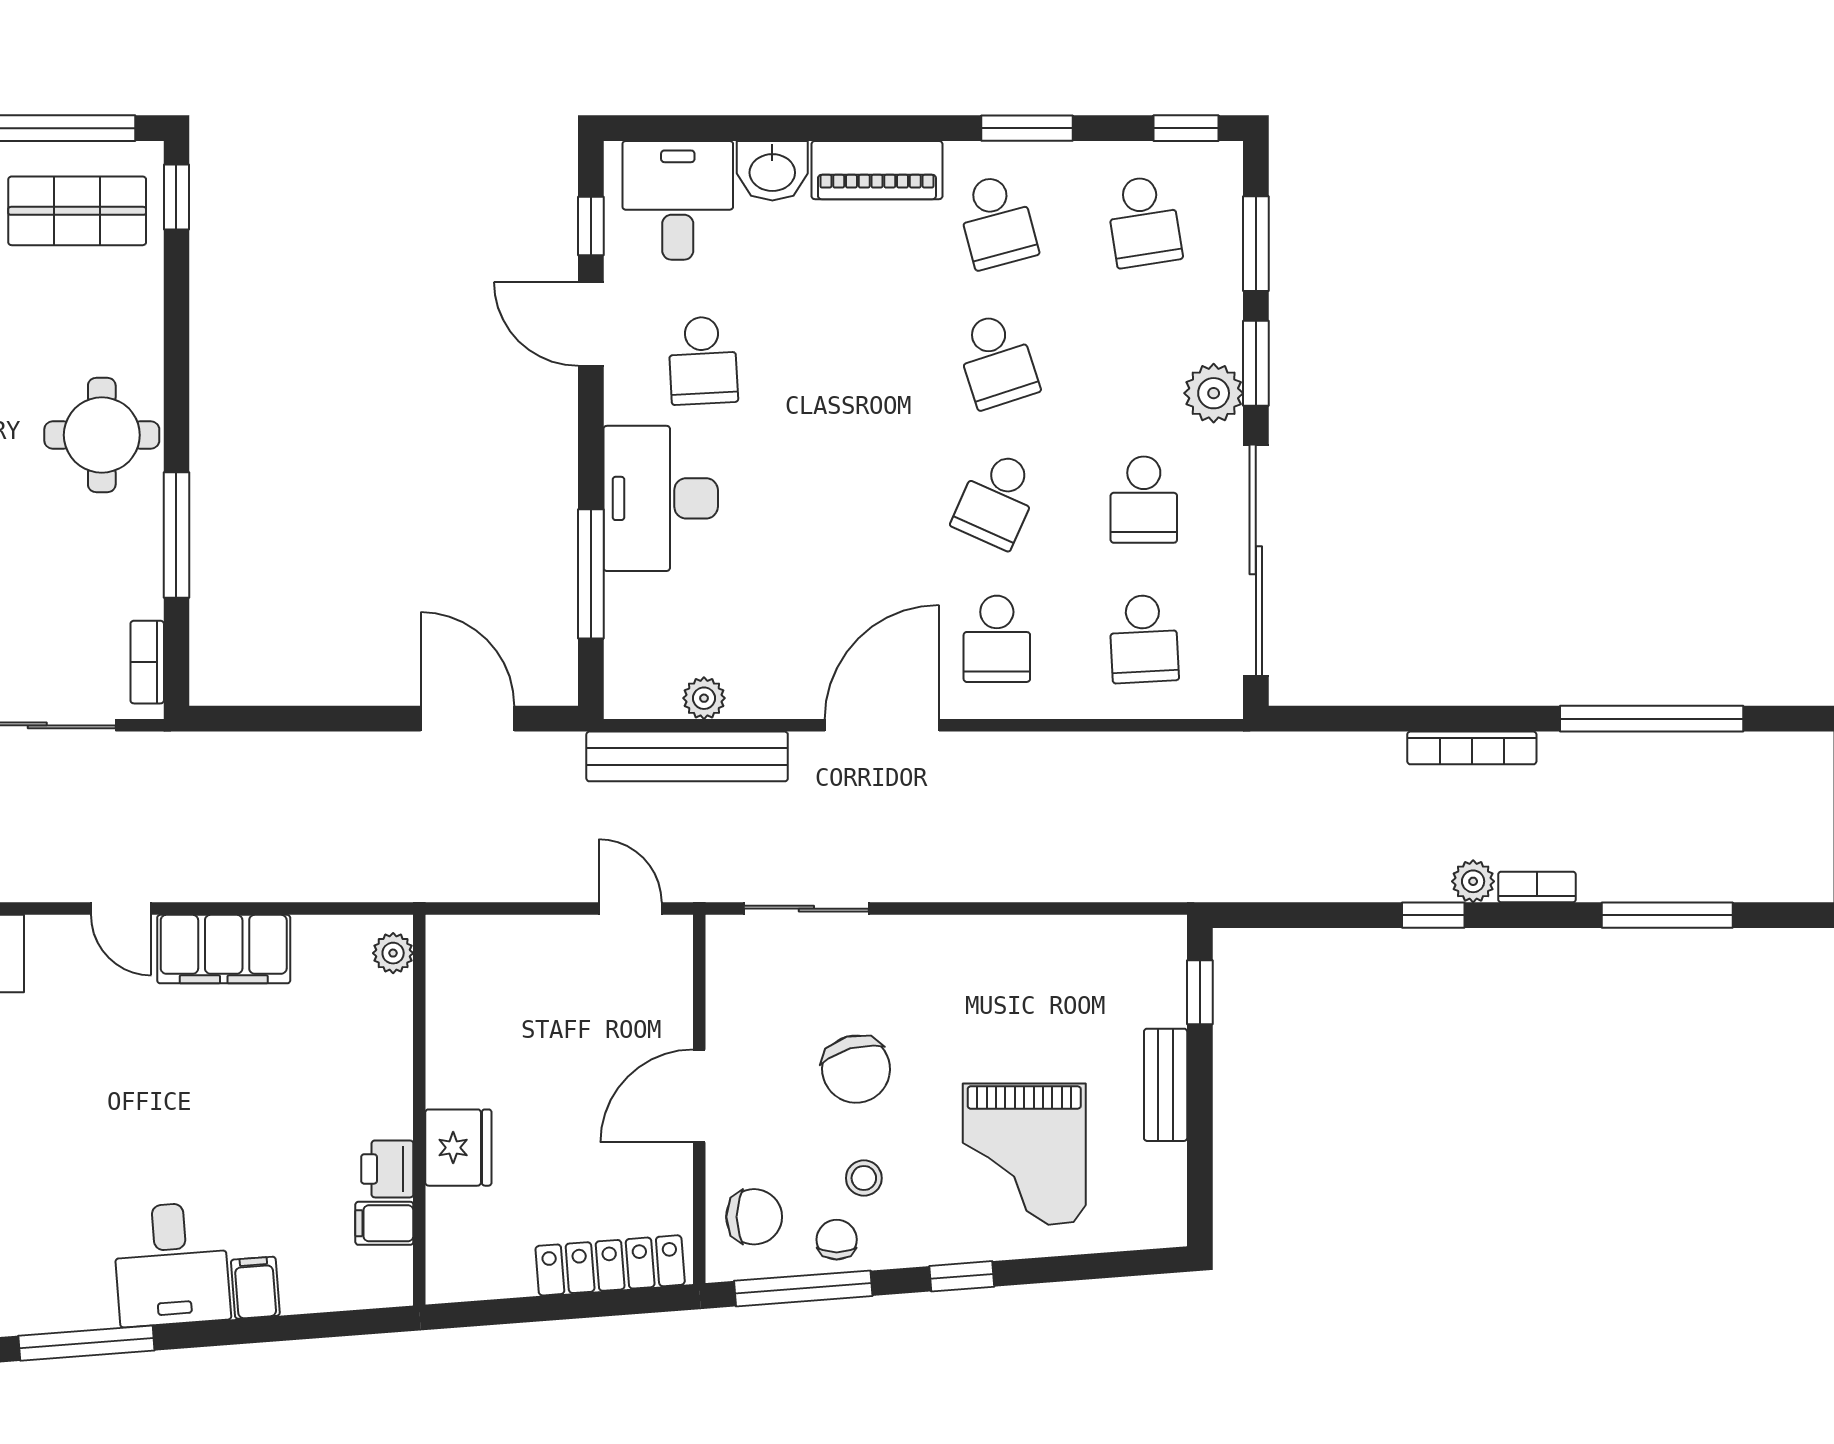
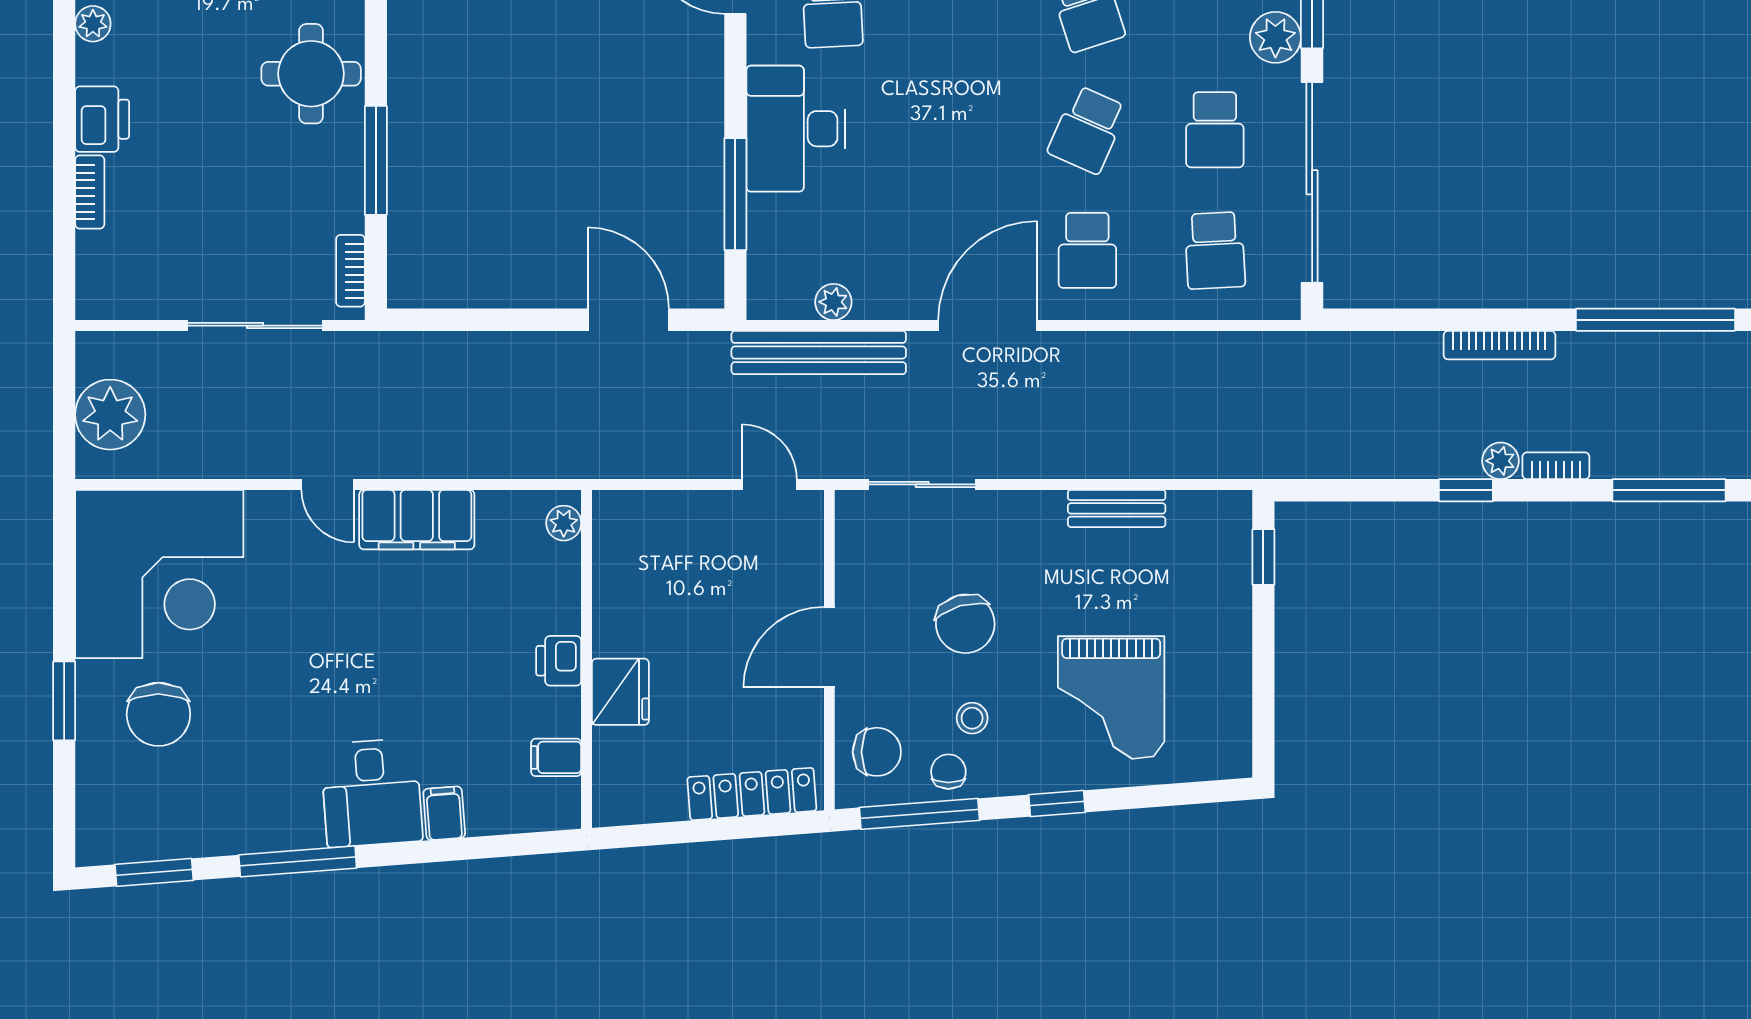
bench: (1166, 1085) -> (1117, 508), moved, turned 90
printer: (387, 1169) -> (559, 661), moved

